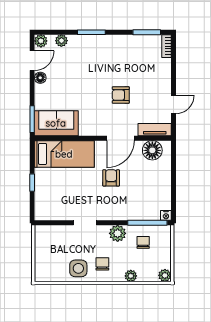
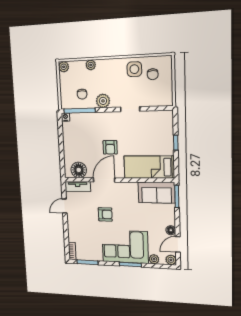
corner sofa: (97, 55) -> (125, 247), added
chair: (102, 264) -> (153, 74), moved

